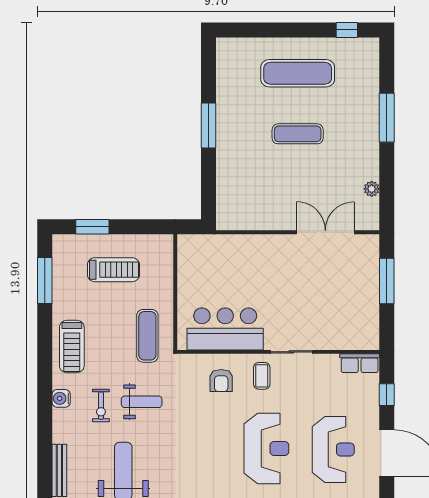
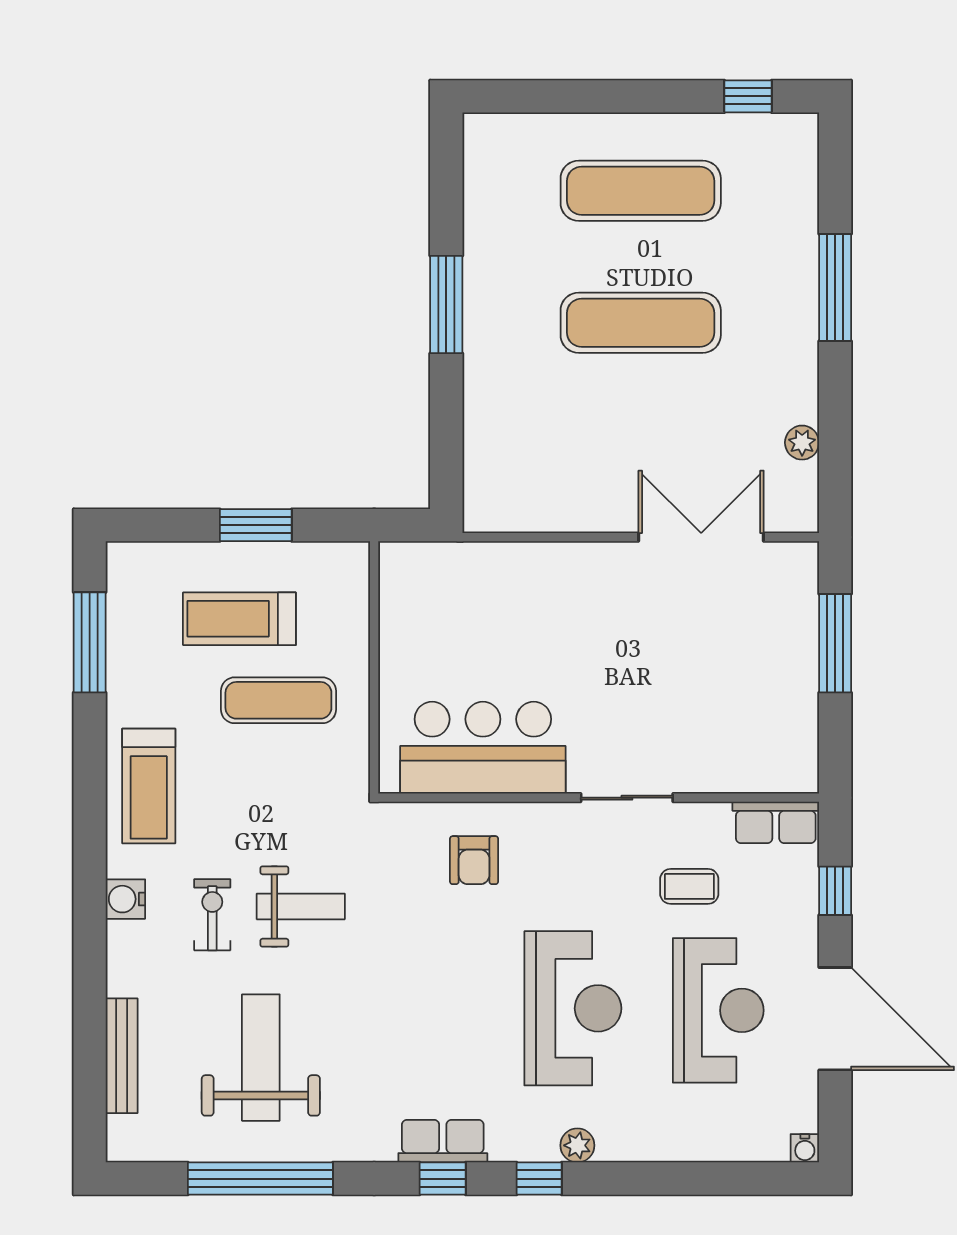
exercise mat: (298, 134) -> (641, 323), width x1.36, depth x1.45
window: (92, 227) -> (256, 525), moved
treadmill: (113, 270) -> (239, 619), turned 180
exercise mat: (147, 336) -> (278, 700), moved, turned 90
coffee table: (262, 376) -> (689, 886), moved, turned 90
exercise bike: (101, 406) -> (212, 915), turned 180

